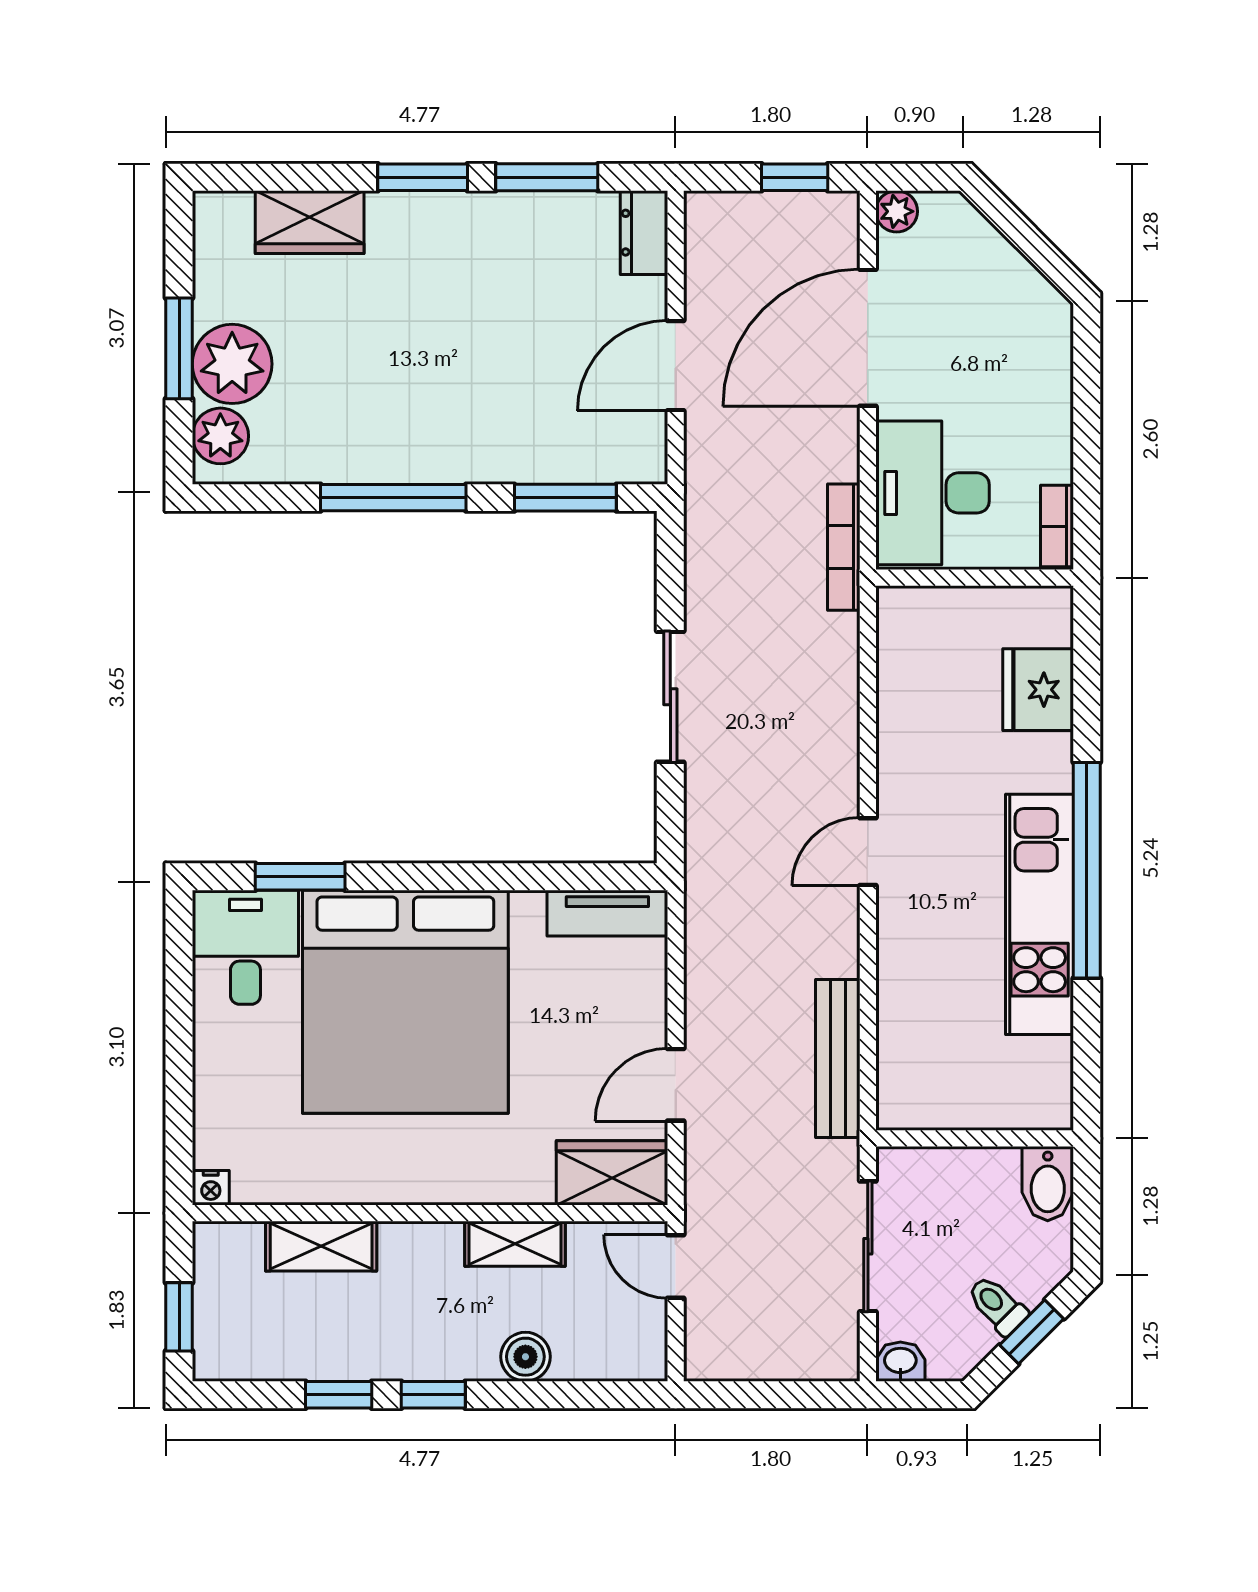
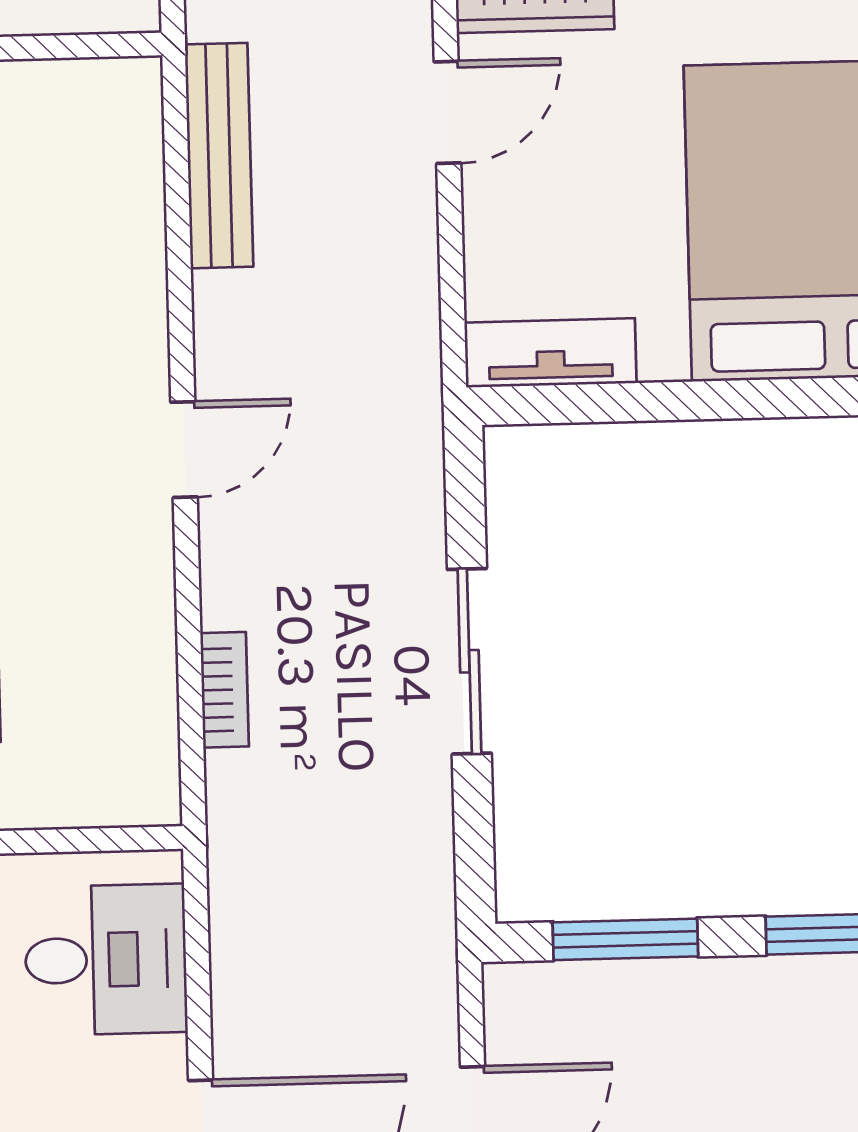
desk: (933, 493) -> (106, 960), width x0.73
bookcase: (844, 547) -> (225, 690), moved, width x0.64

